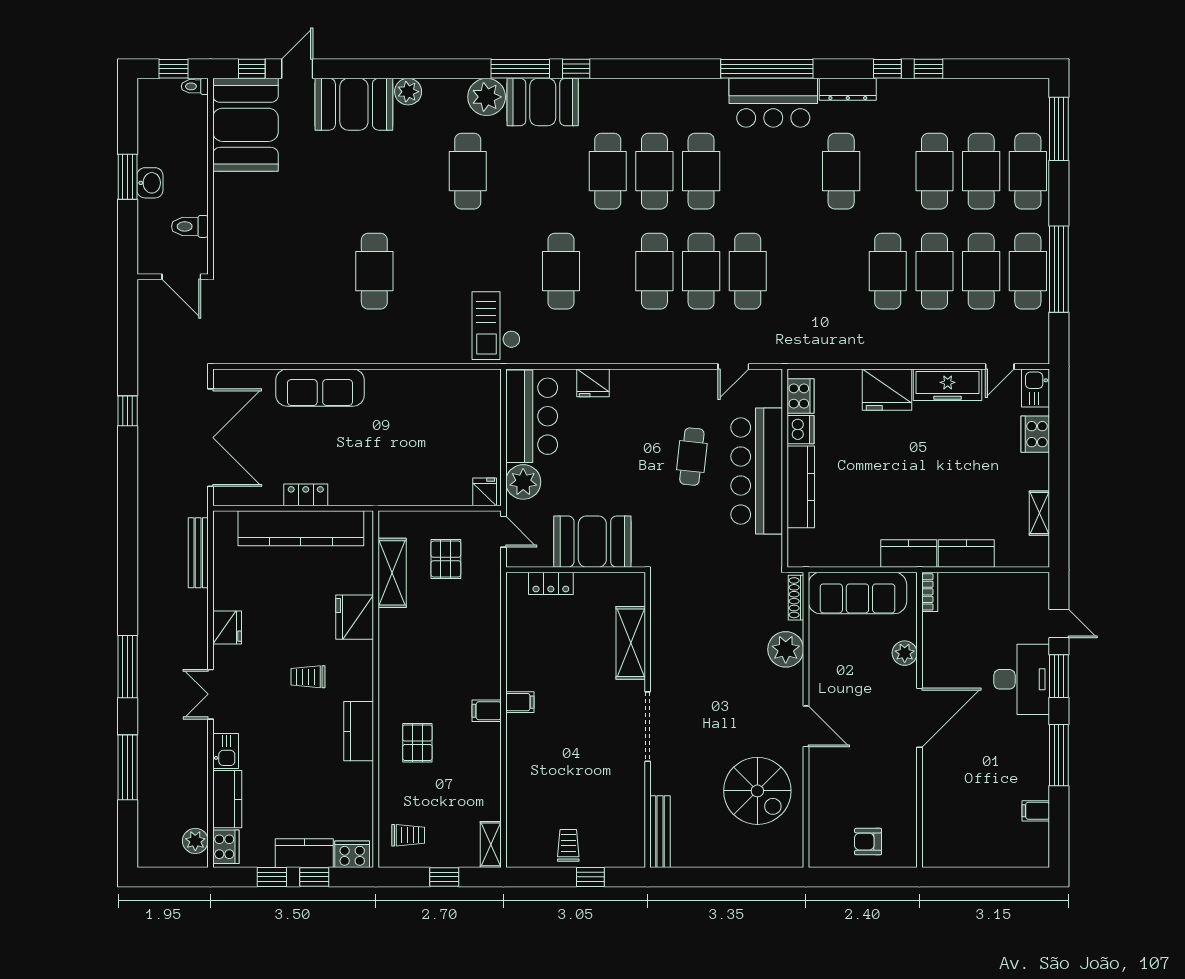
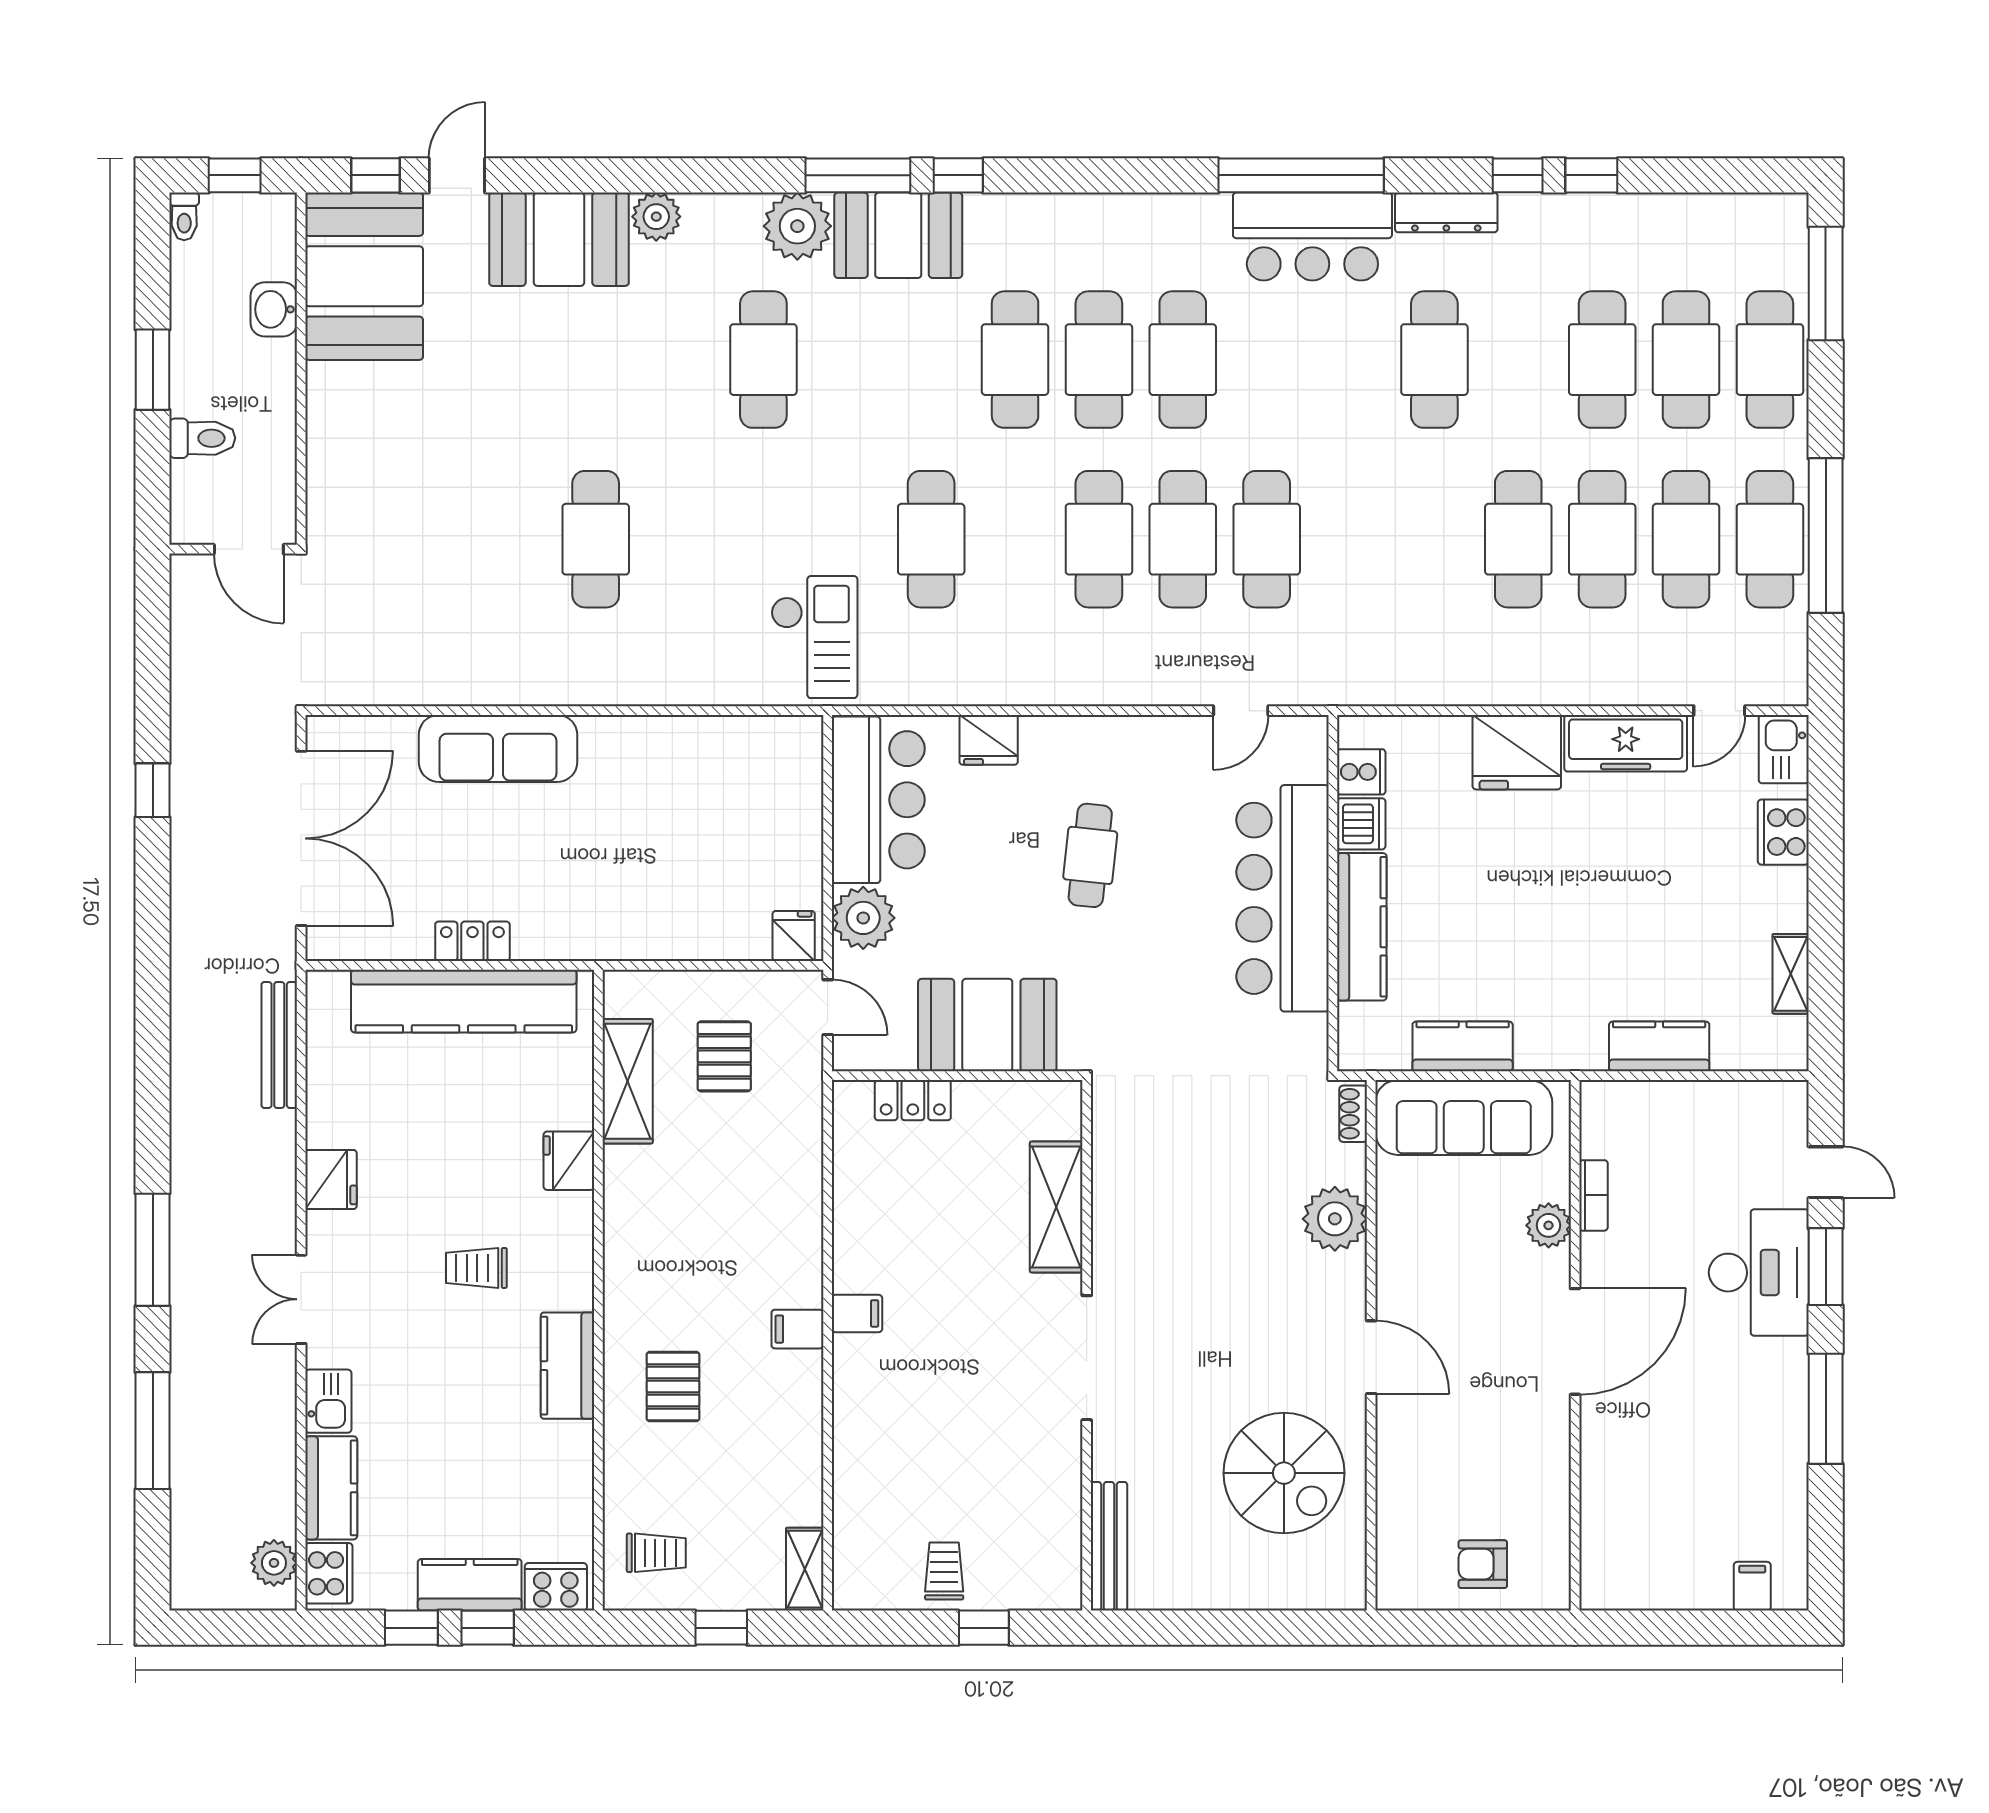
toilet: (195, 86) -> (184, 216), moved, turned -90
washbasin: (150, 183) -> (274, 309), moved, turned 180
toilet: (190, 226) -> (202, 438), moved, turned 180
checkout: (496, 326) -> (814, 637), turned 180
cooker: (800, 396) -> (1361, 772), width x0.73
cafe table: (692, 457) -> (1090, 855), moved
kitchen counter: (909, 553) -> (1463, 1046), moved
bookcase: (930, 592) -> (1593, 1195), moved
shoe rack: (796, 598) -> (1353, 1114), width x0.70
fridge: (355, 617) -> (569, 1161), width x0.73, depth x0.75
filing cabinet: (1036, 811) -> (1752, 1586), moved, turned 90

